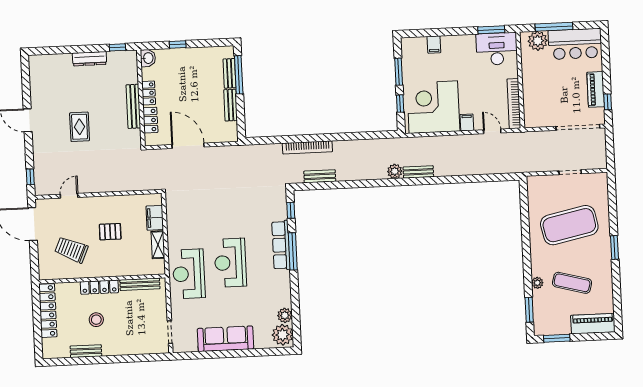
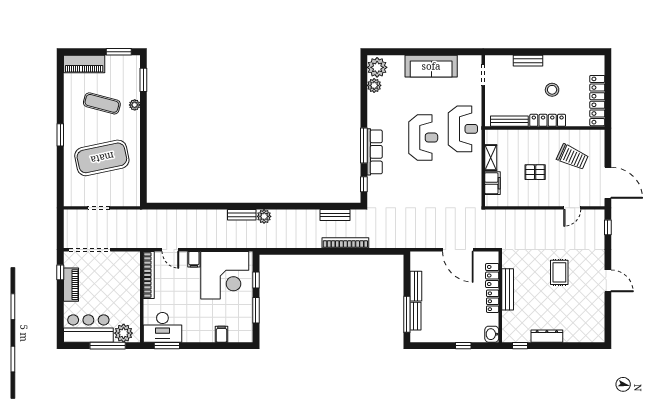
bench: (86, 351) -> (528, 61), moved

